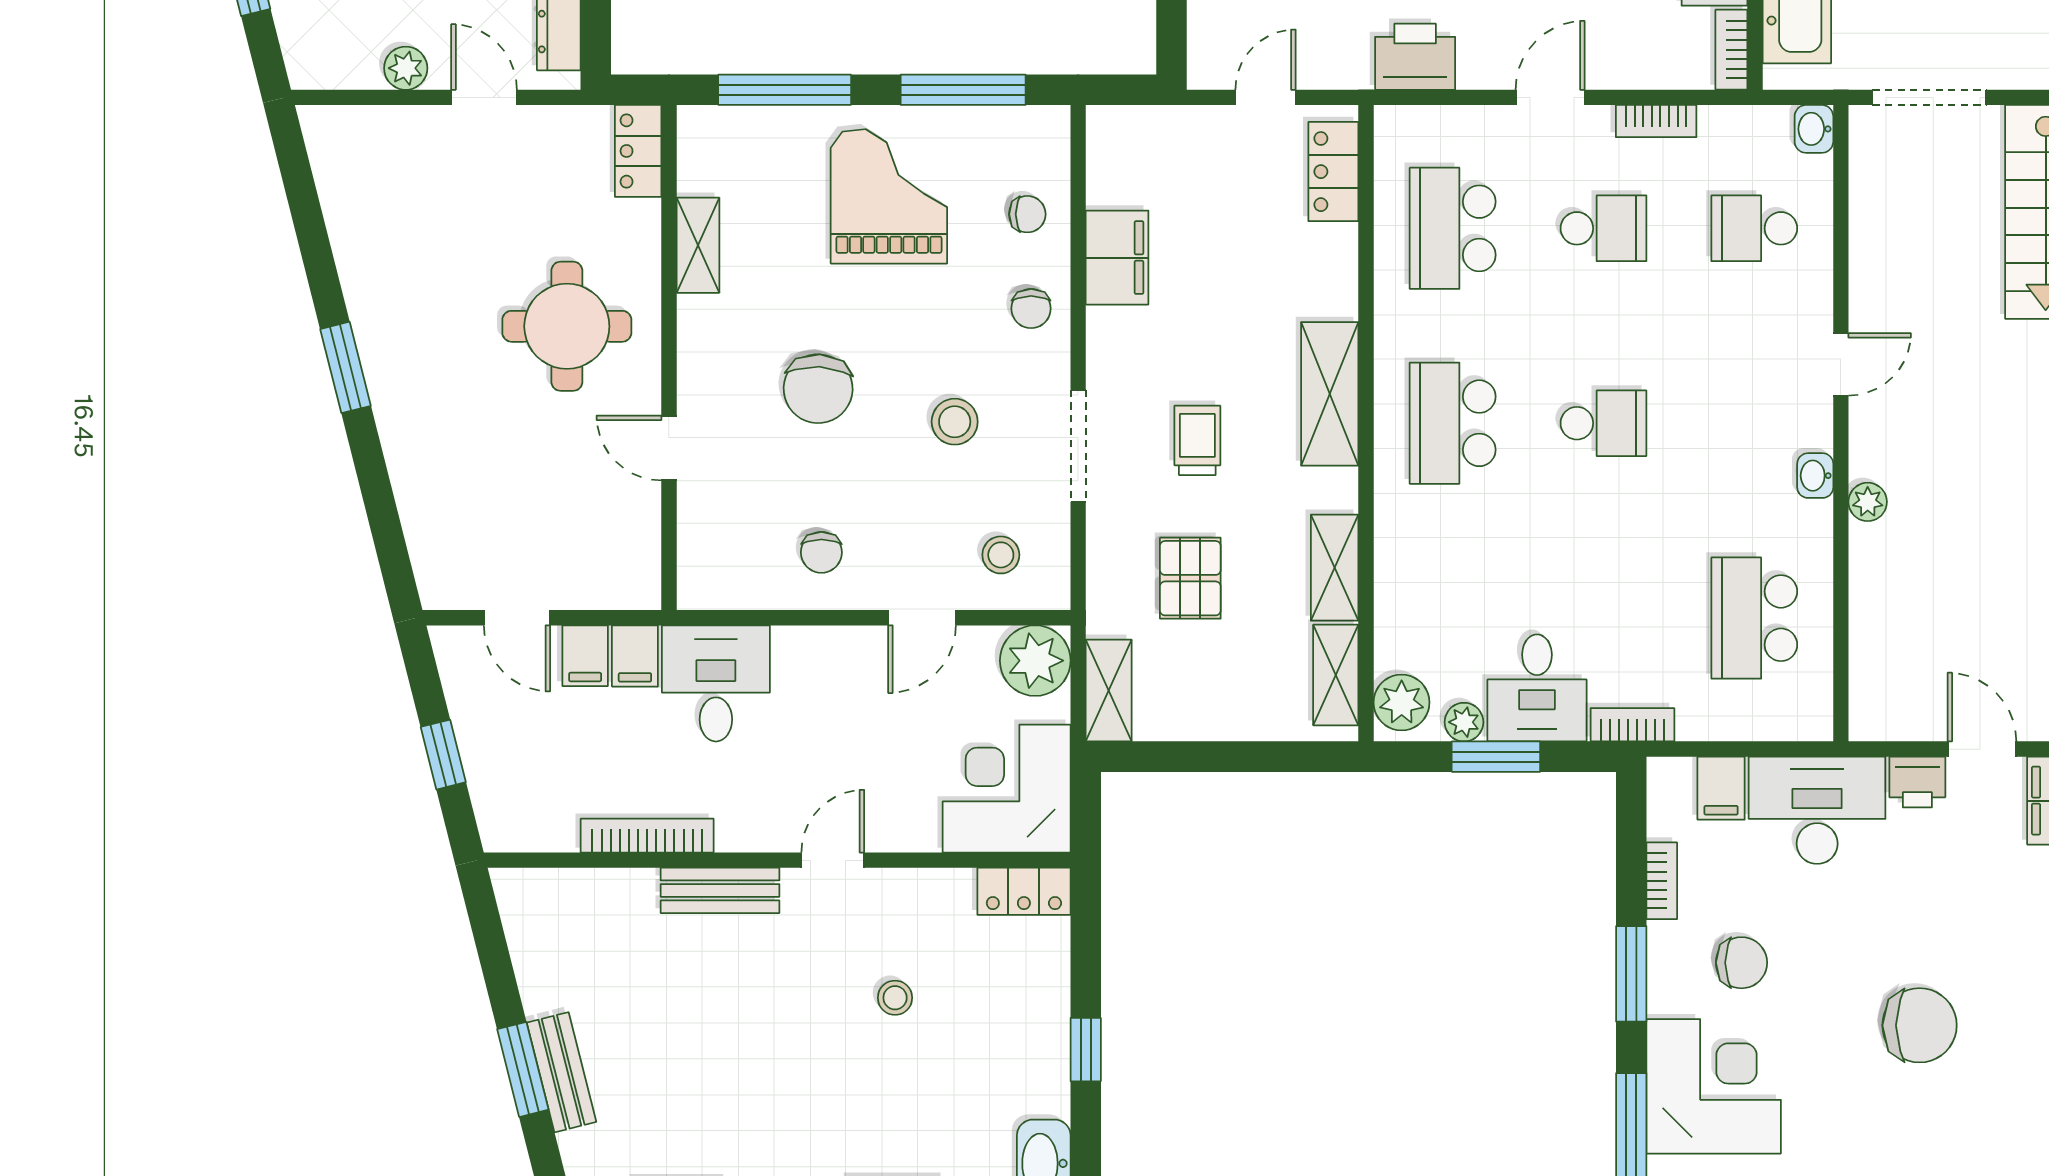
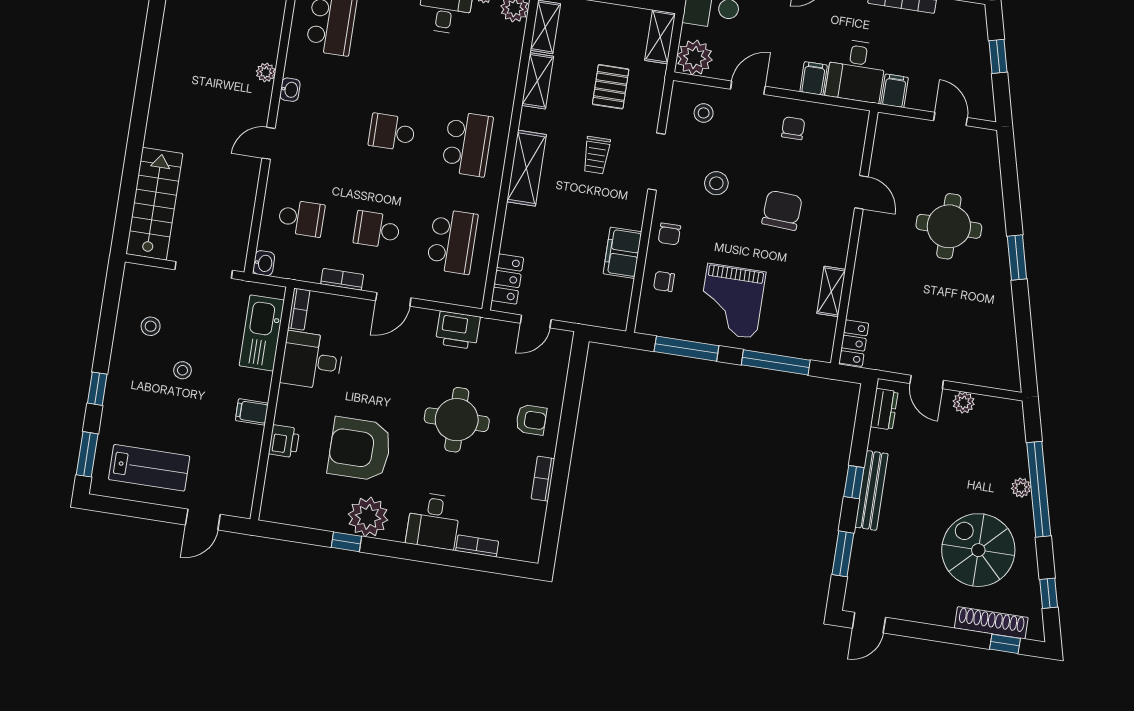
chair: (1031, 309) -> (669, 234), turned 180
round table: (567, 326) -> (949, 226), moved
filing cabinet: (585, 656) -> (814, 78), moved

